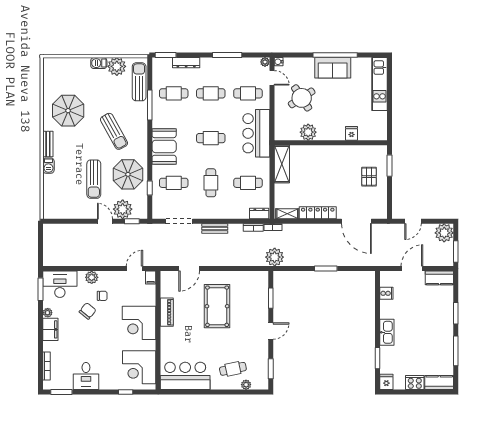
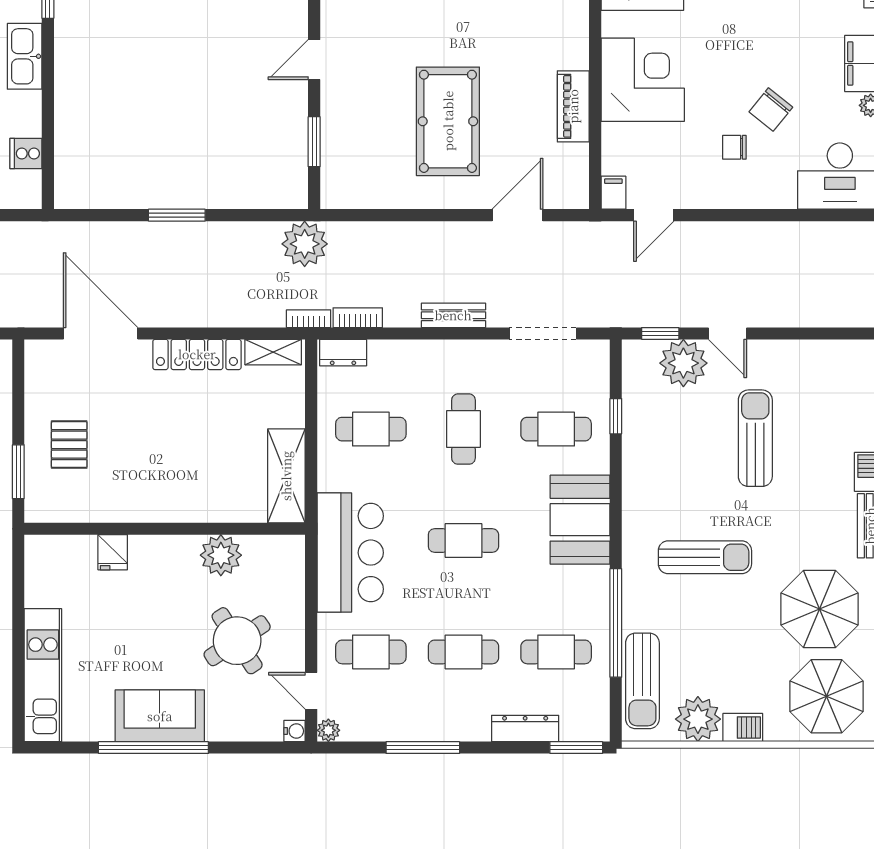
window: (150, 105) -> (616, 623), width x1.46
sun lounger: (114, 131) -> (705, 557), turned 119
parasol: (128, 174) -> (826, 696), moved
plant: (92, 277) -> (761, 193), removed

